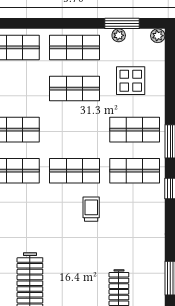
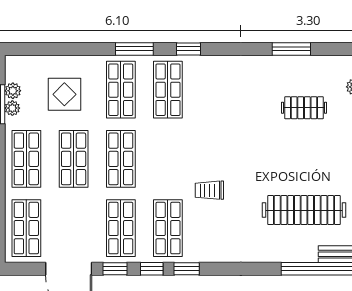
plant: (158, 36) -> (13, 91), moved
shop shelf: (74, 171) -> (121, 159), moved
trolley: (91, 209) -> (209, 190), moved

